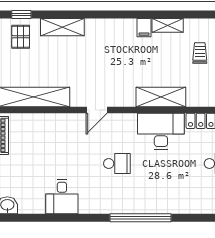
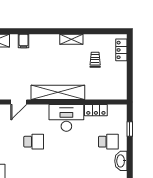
filing cabinet: (144, 28) -> (24, 41), moved
shelving: (161, 97) -> (58, 92), width x1.47

